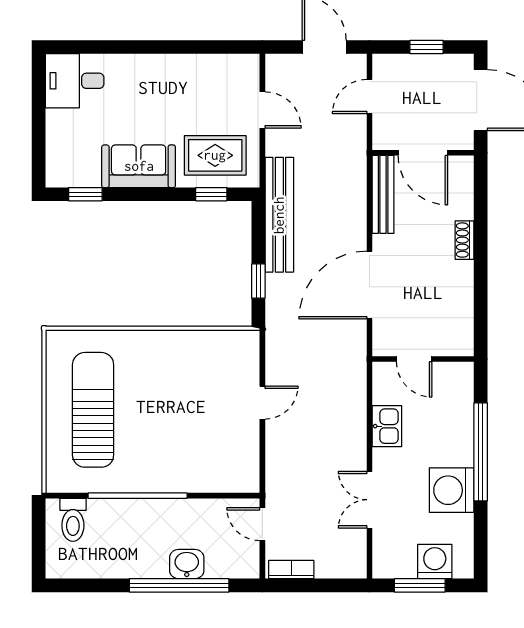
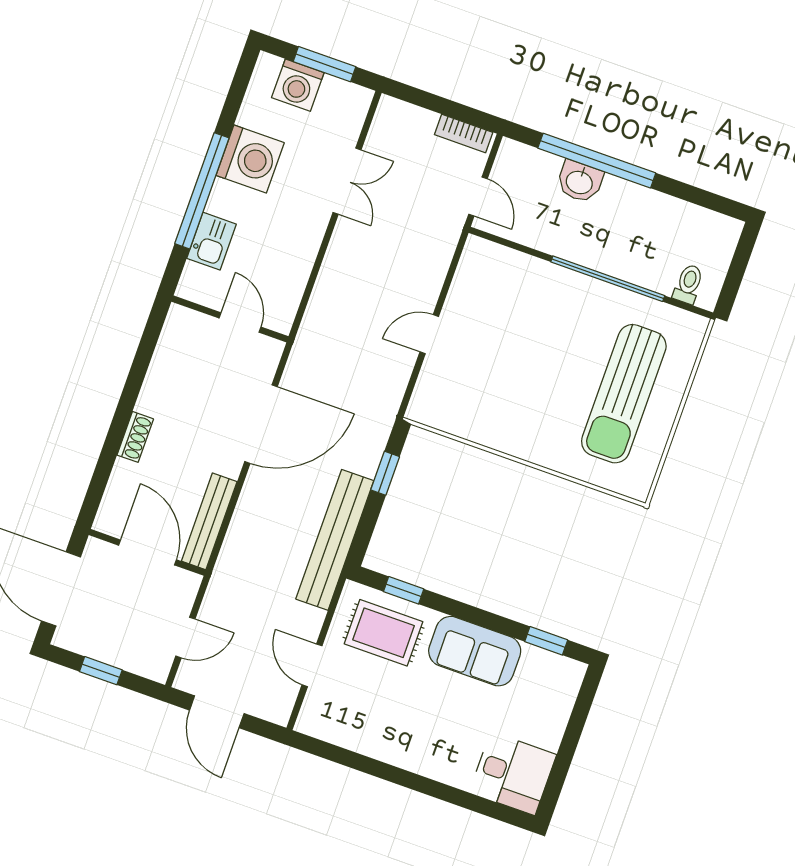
kitchen sink: (387, 426) -> (212, 241), moved, turned 180
toilet: (73, 520) -> (688, 284), width x0.73, depth x0.72

